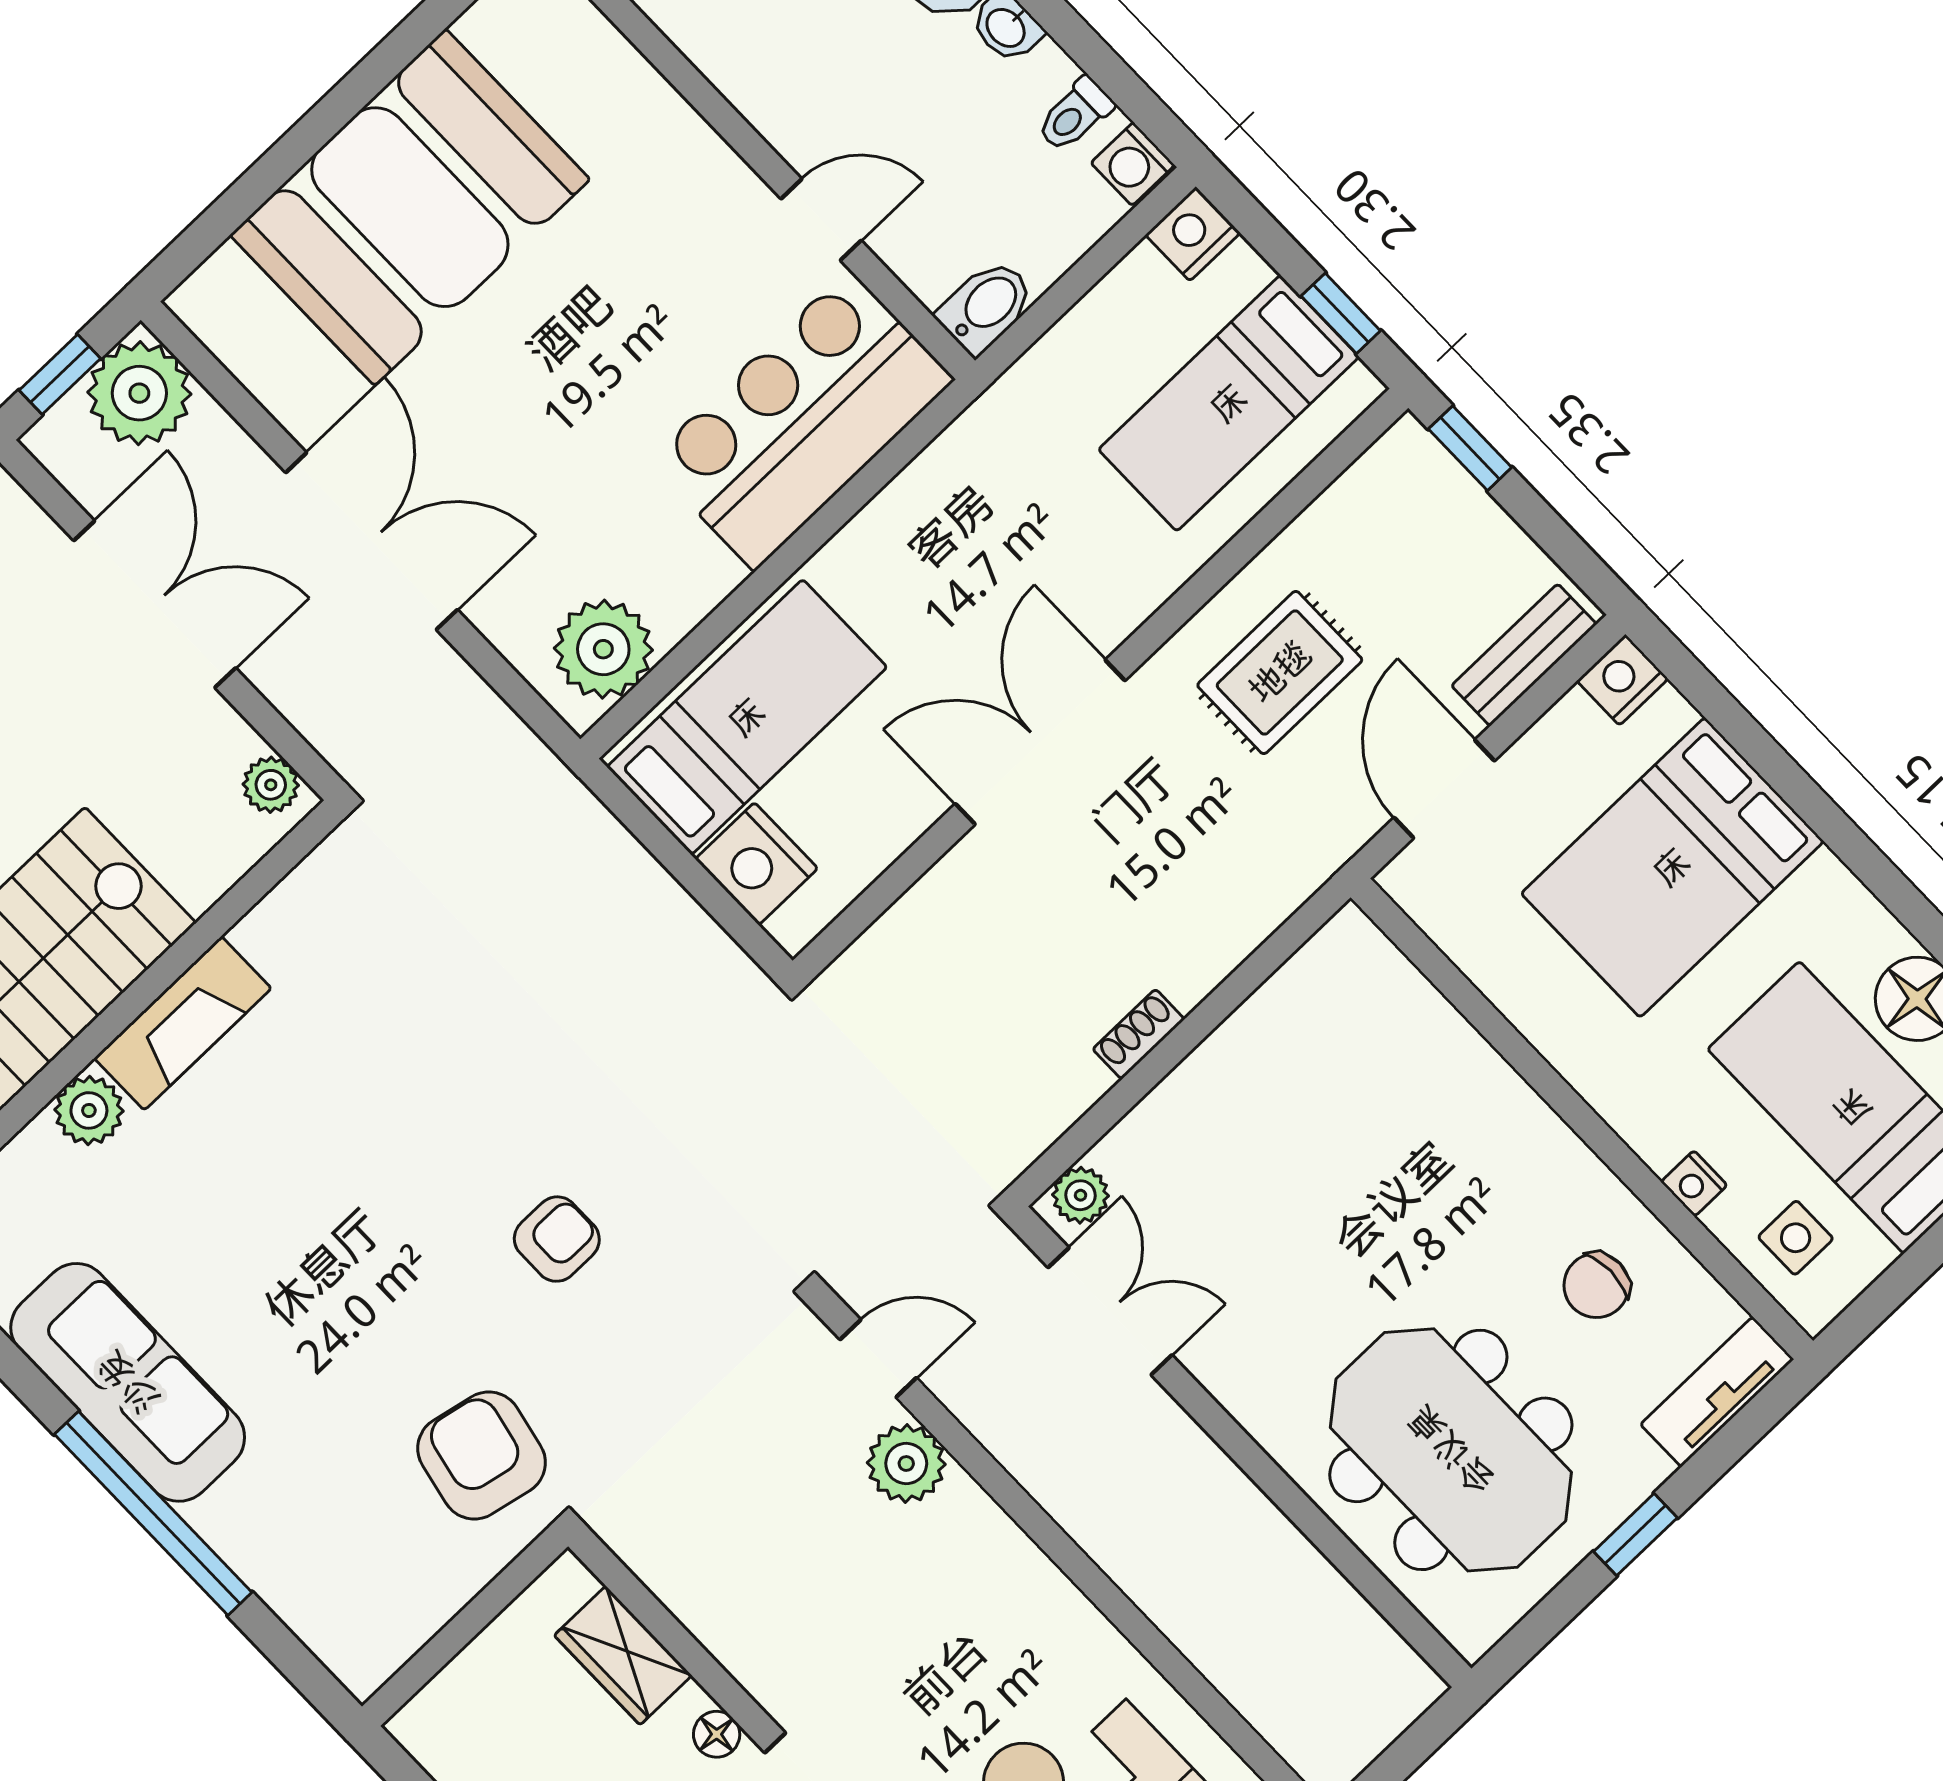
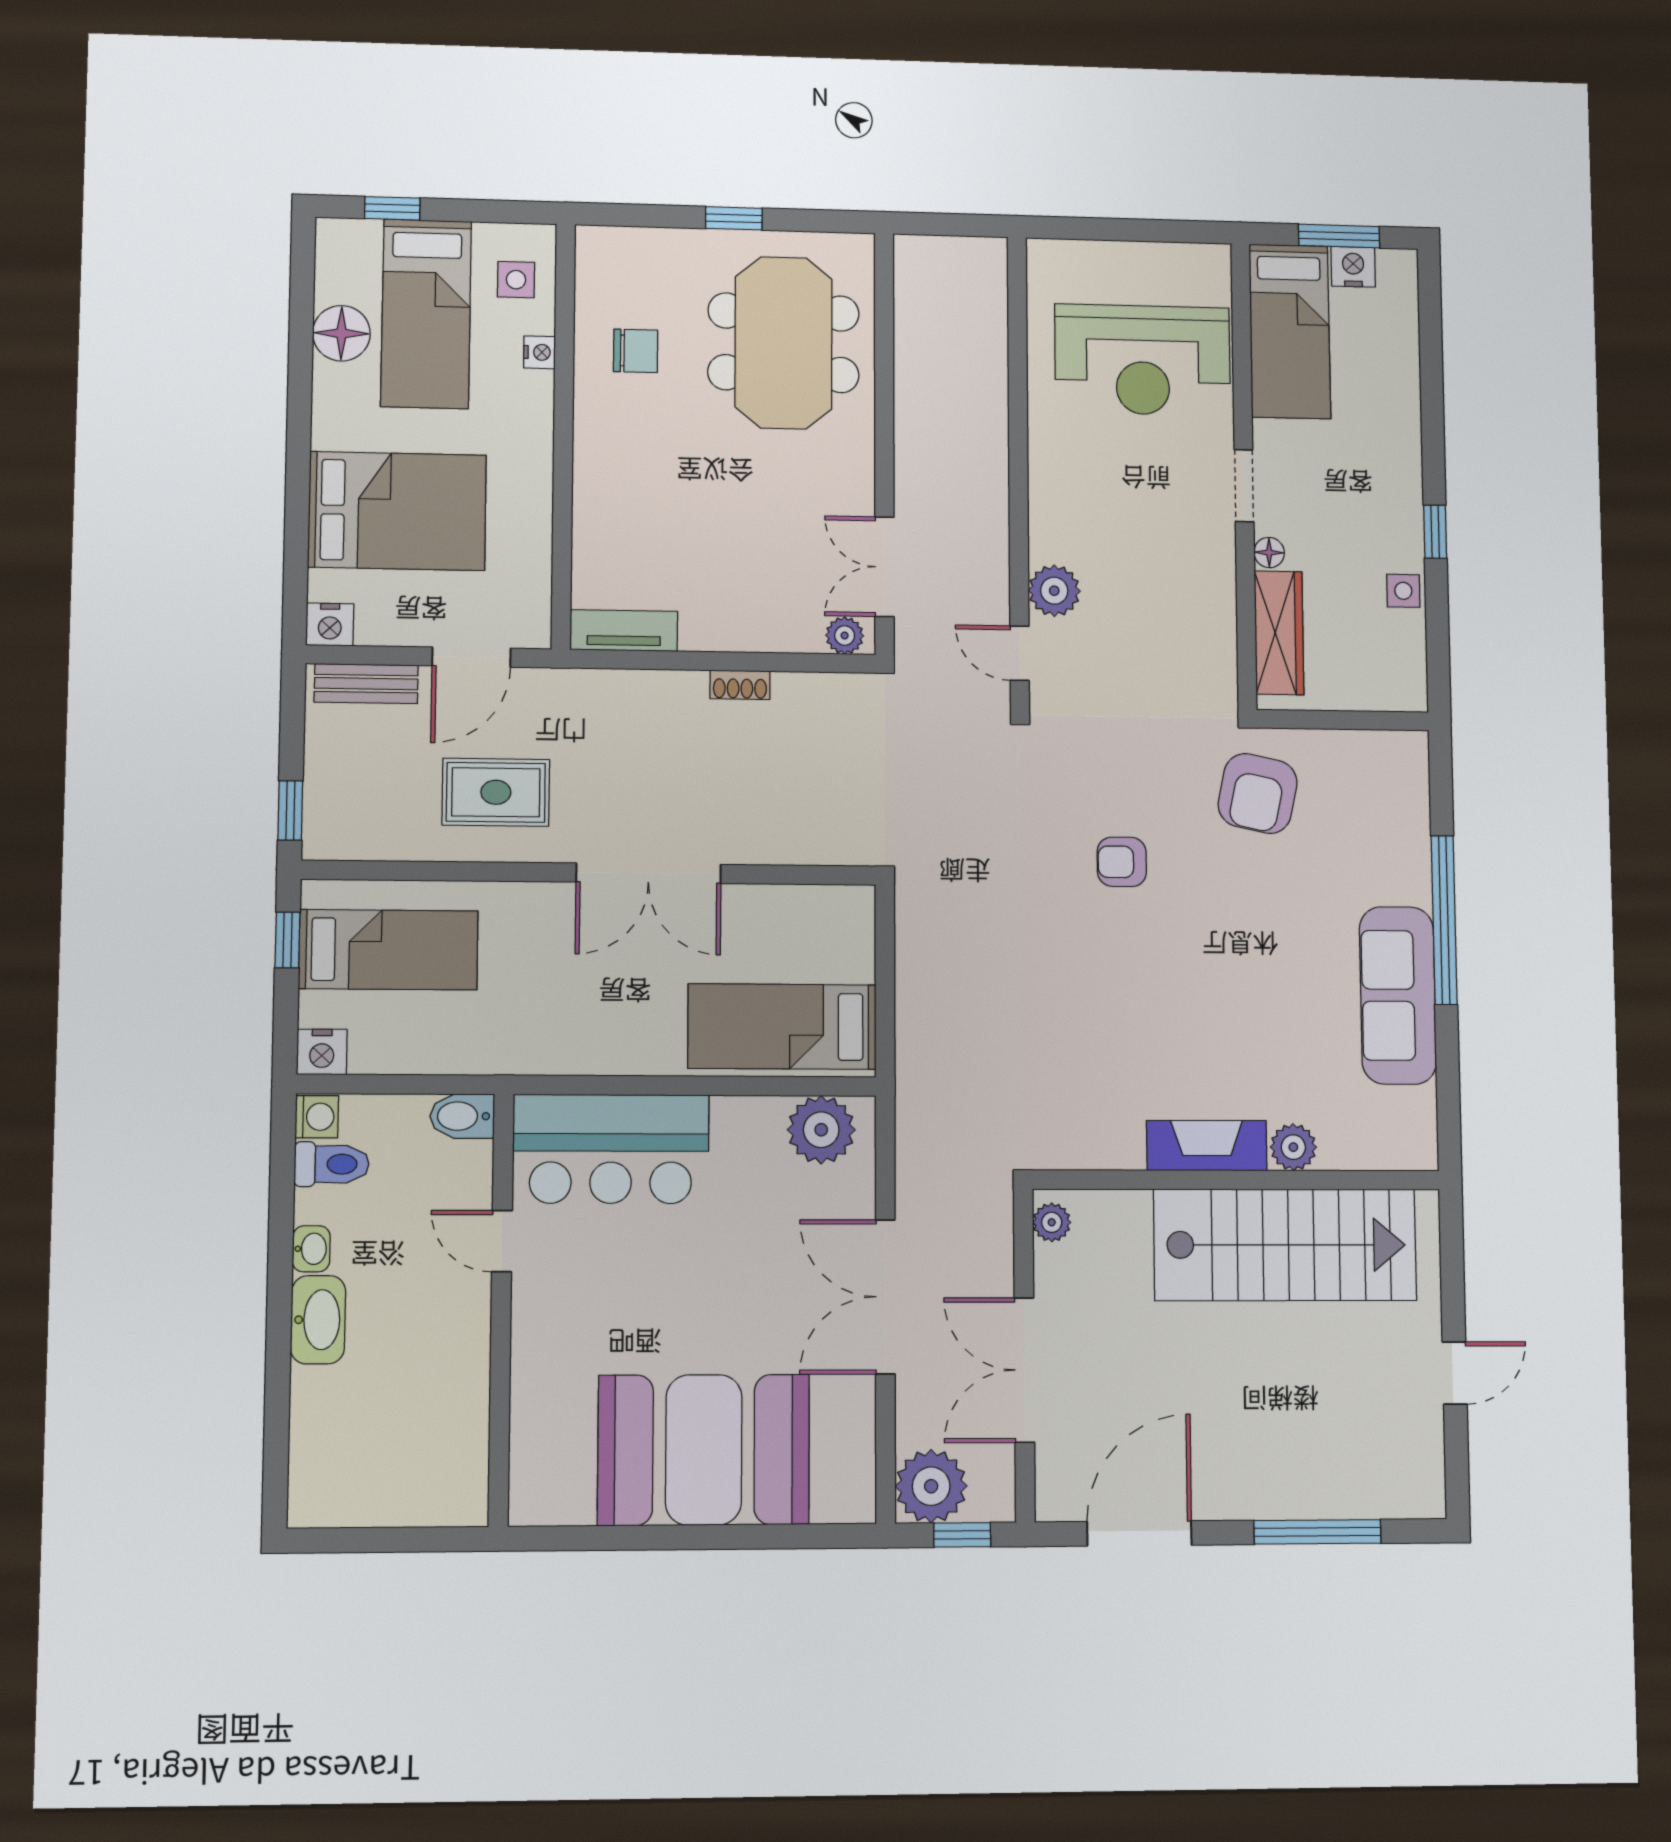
toilet: (1075, 115) -> (332, 1164), width x1.37, depth x1.39
nightstand: (757, 864) -> (847, 950), removed
tv unit: (1717, 1392) -> (624, 631), moved, turned 180
wardrobe: (623, 1655) -> (1279, 633), width x1.50

